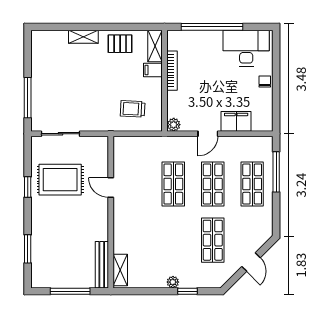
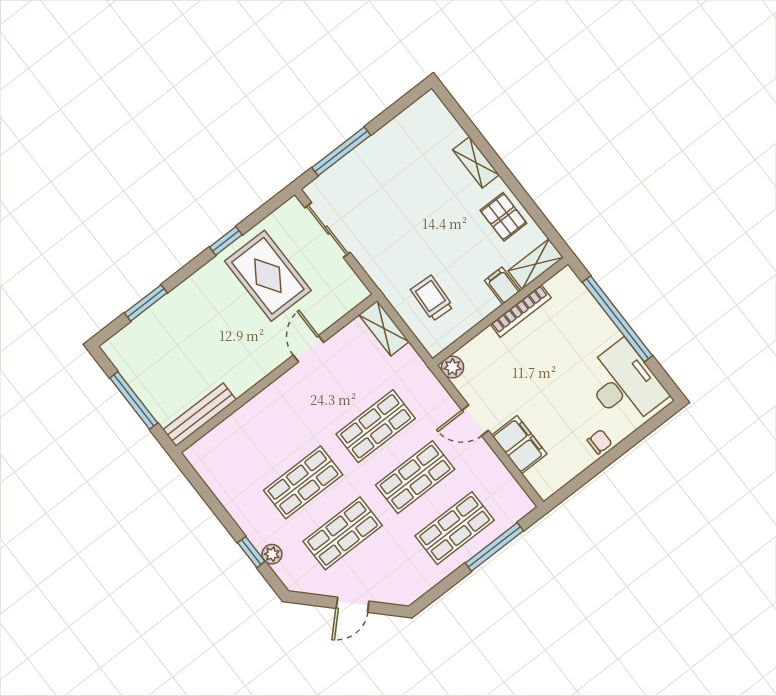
shop shelf: (173, 240) -> (303, 482), added
shelving: (120, 270) -> (384, 328), moved, turned 90
plant: (173, 282) -> (272, 554), moved

